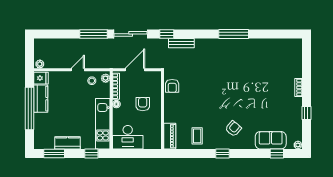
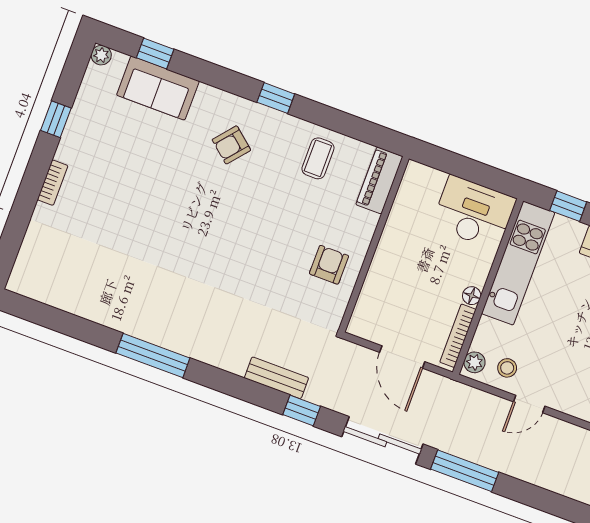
door: (135, 70) -> (402, 357), hinge flipped
armchair: (172, 86) -> (329, 265), moved
armchair: (143, 104) -> (413, 274), removed

